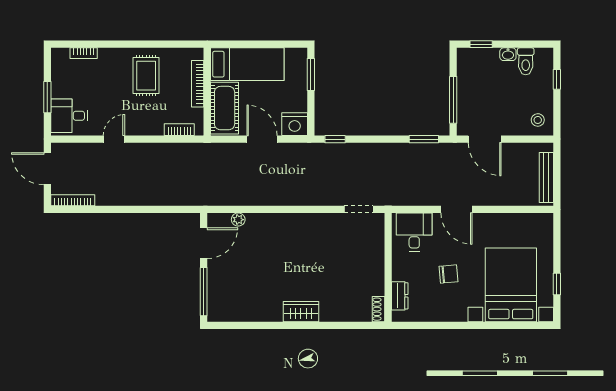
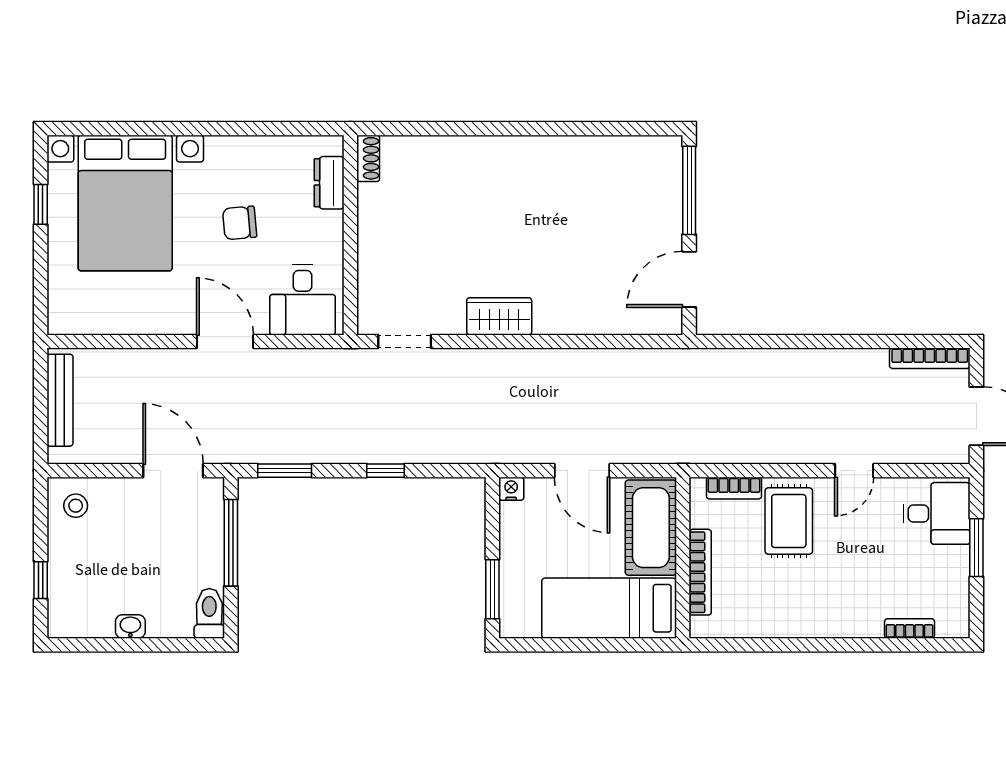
window: (481, 44) -> (180, 645), removed
toilet: (526, 61) -> (209, 613), moved
rug: (146, 76) -> (789, 521), moved
nightstand: (295, 124) -> (511, 489), width x0.53, depth x0.56
window: (335, 139) -> (385, 471), moved
plant: (238, 220) -> (626, 323), removed
wardrobe: (301, 312) -> (499, 316), moved, turned 180

